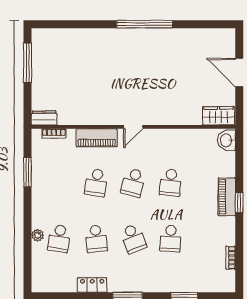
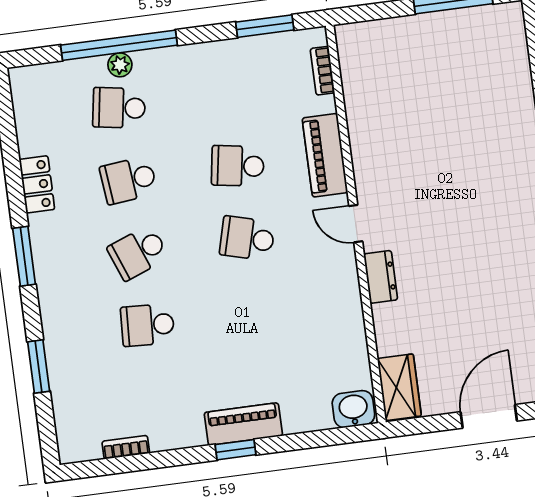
dresser: (44, 118) -> (381, 277), moved
window: (28, 172) -> (265, 26), moved
school desk: (170, 183) -> (257, 311), removed
window: (28, 234) -> (119, 45), added

